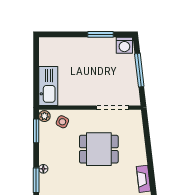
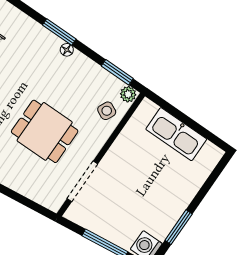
kitchen sink: (48, 86) -> (176, 134), moved
dining table: (99, 149) -> (45, 131), turned 90

